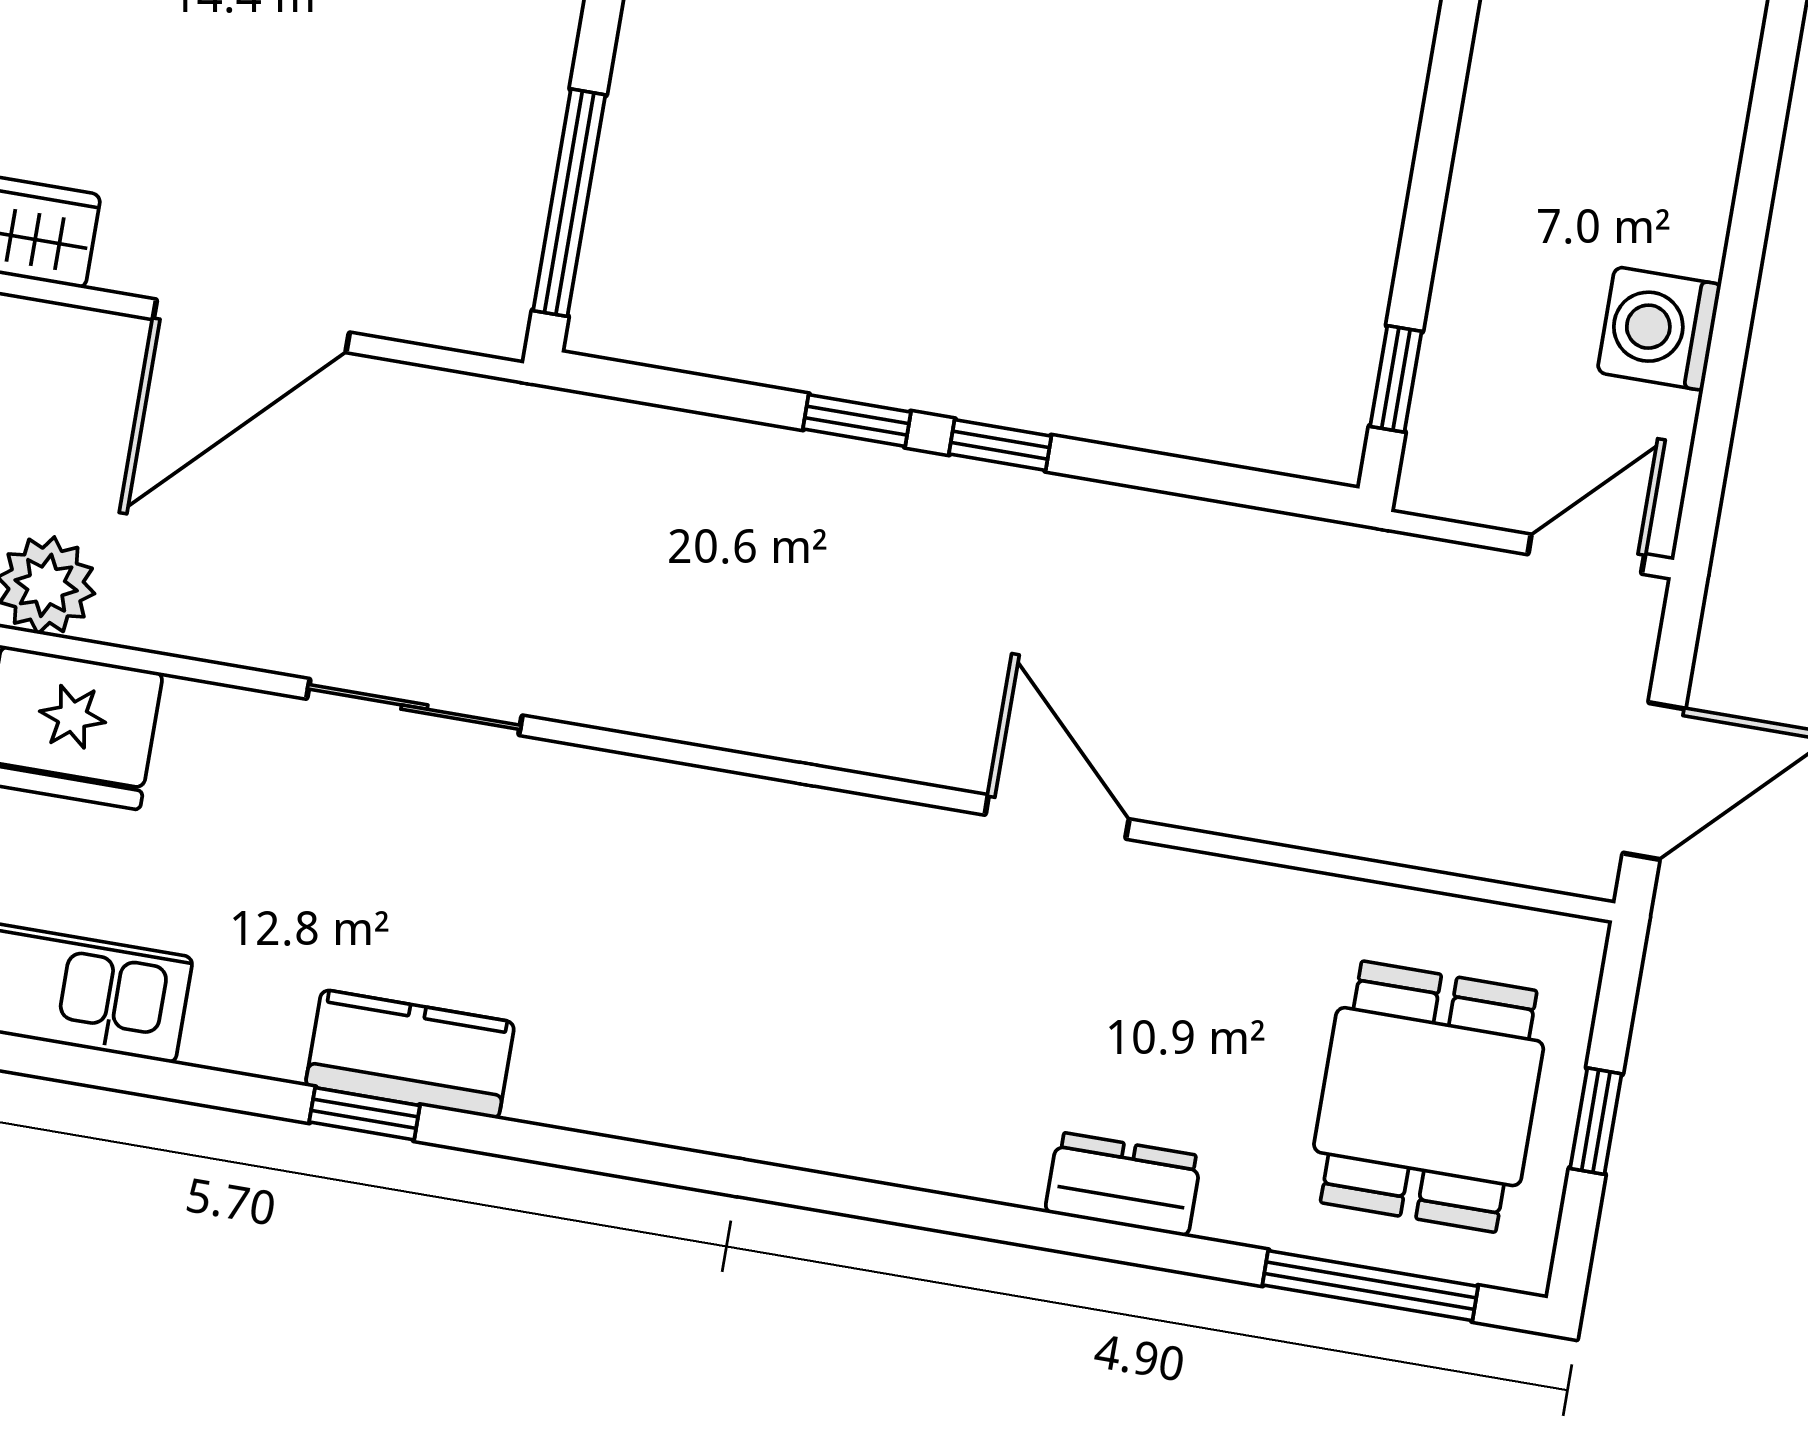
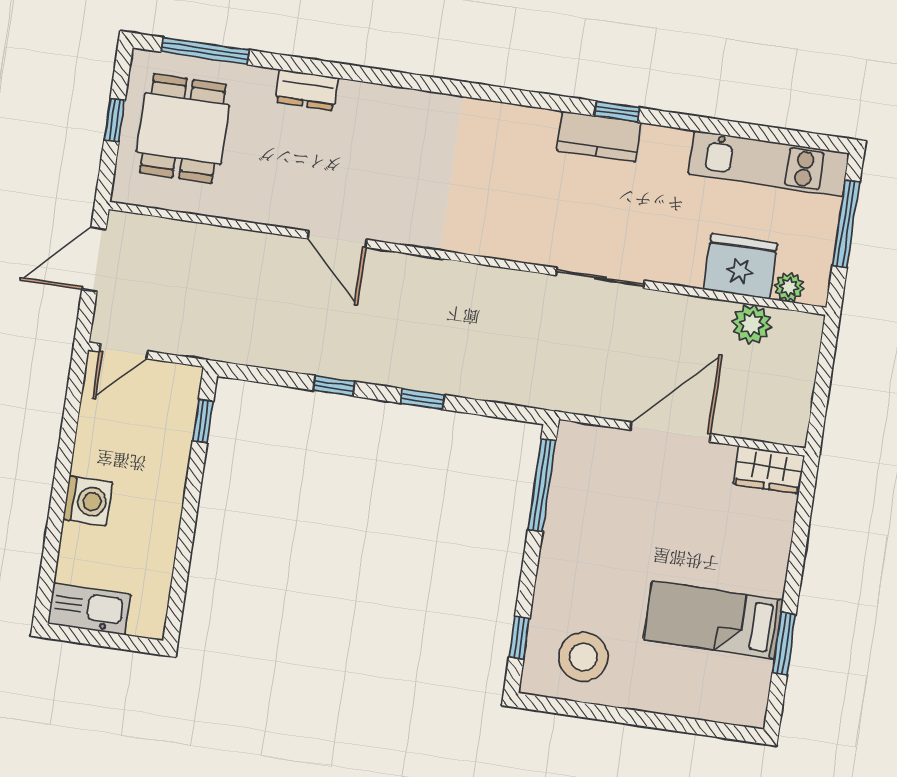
washing machine: (1659, 328) -> (88, 501), moved
window: (1000, 445) -> (334, 386), moved

